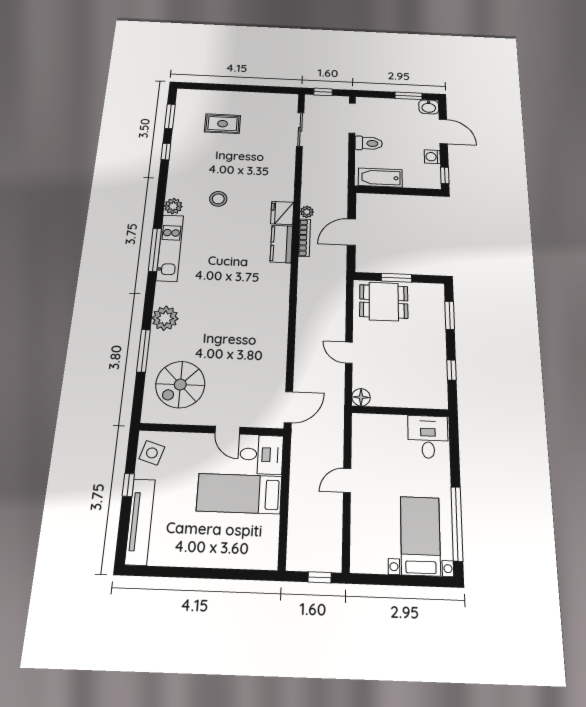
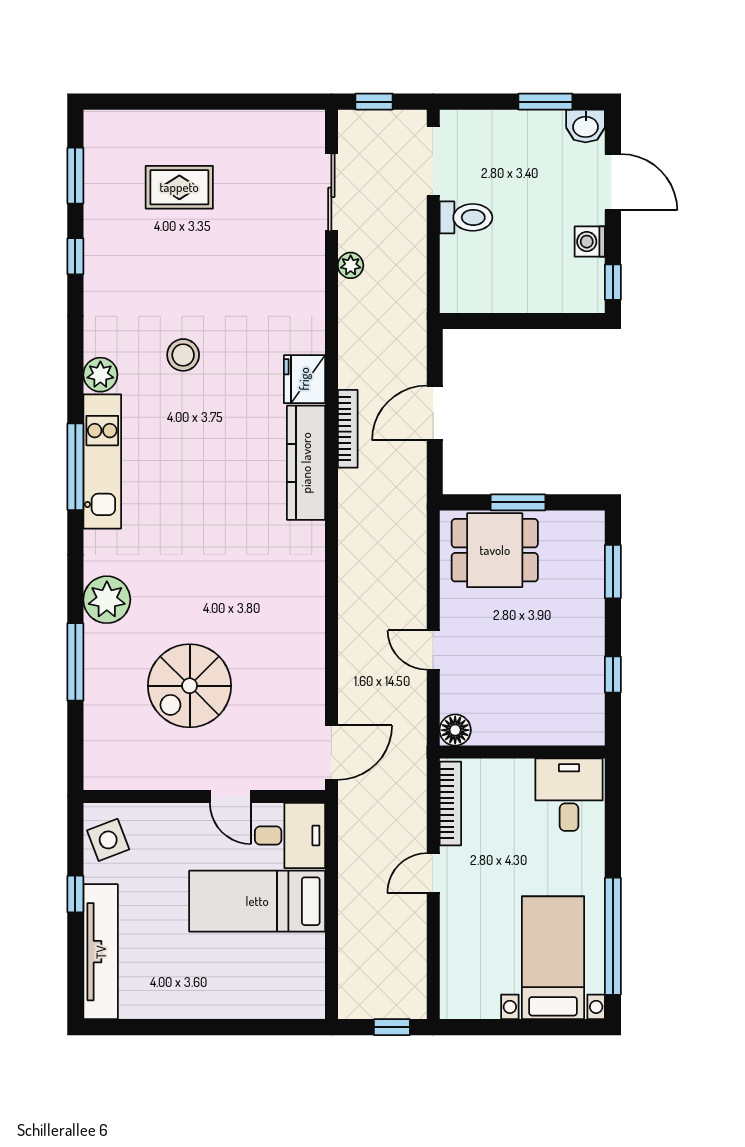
bathtub: (380, 178) -> (489, 293), removed
plant: (307, 212) -> (351, 265), moved
kitchen counter: (281, 244) -> (306, 463), width x1.50
spiral stairs: (180, 385) -> (190, 686), moved
bookcase: (358, 439) -> (450, 803), added
side table: (152, 453) -> (108, 840), turned -38

